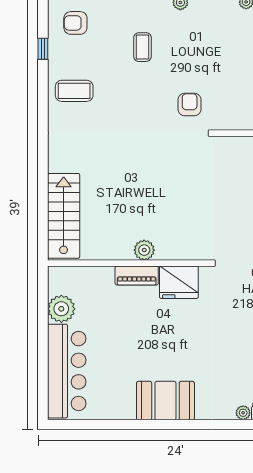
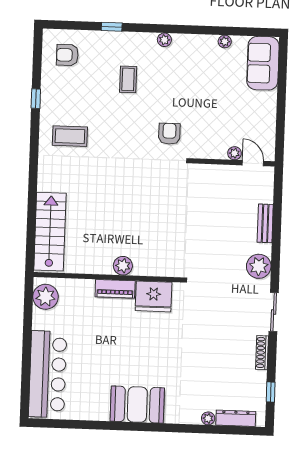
window: (43, 49) -> (36, 99), moved
coffee table: (74, 91) -> (70, 136), moved
plant: (61, 309) -> (45, 297), moved

